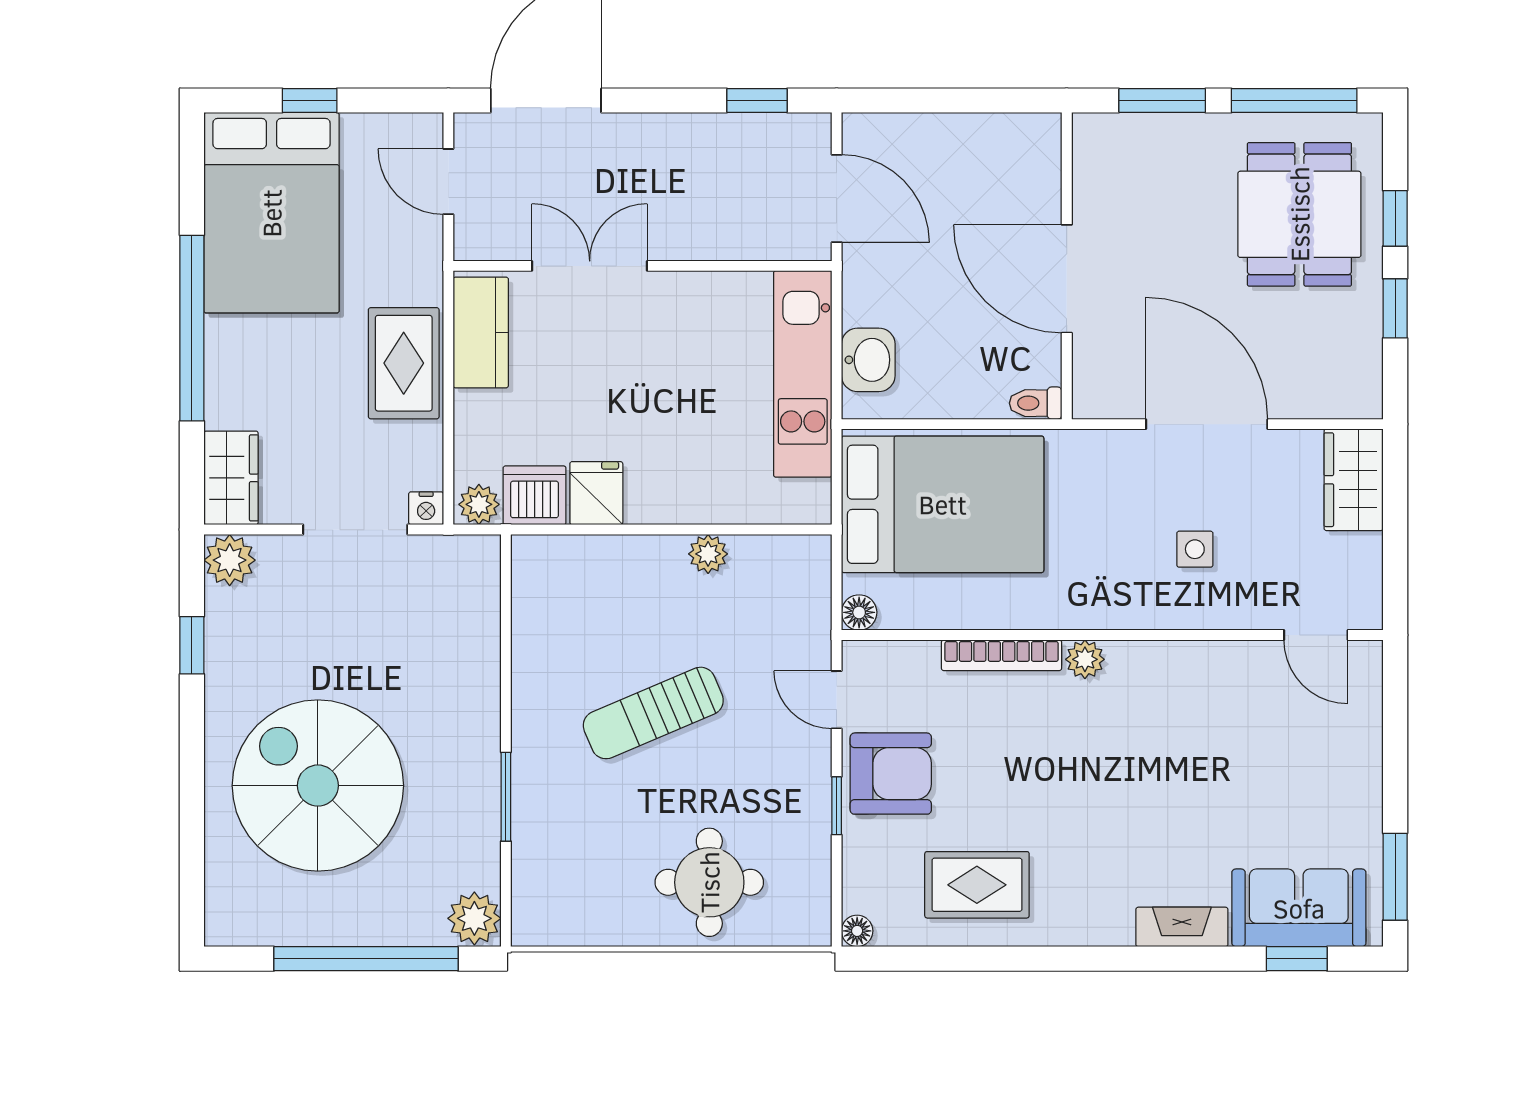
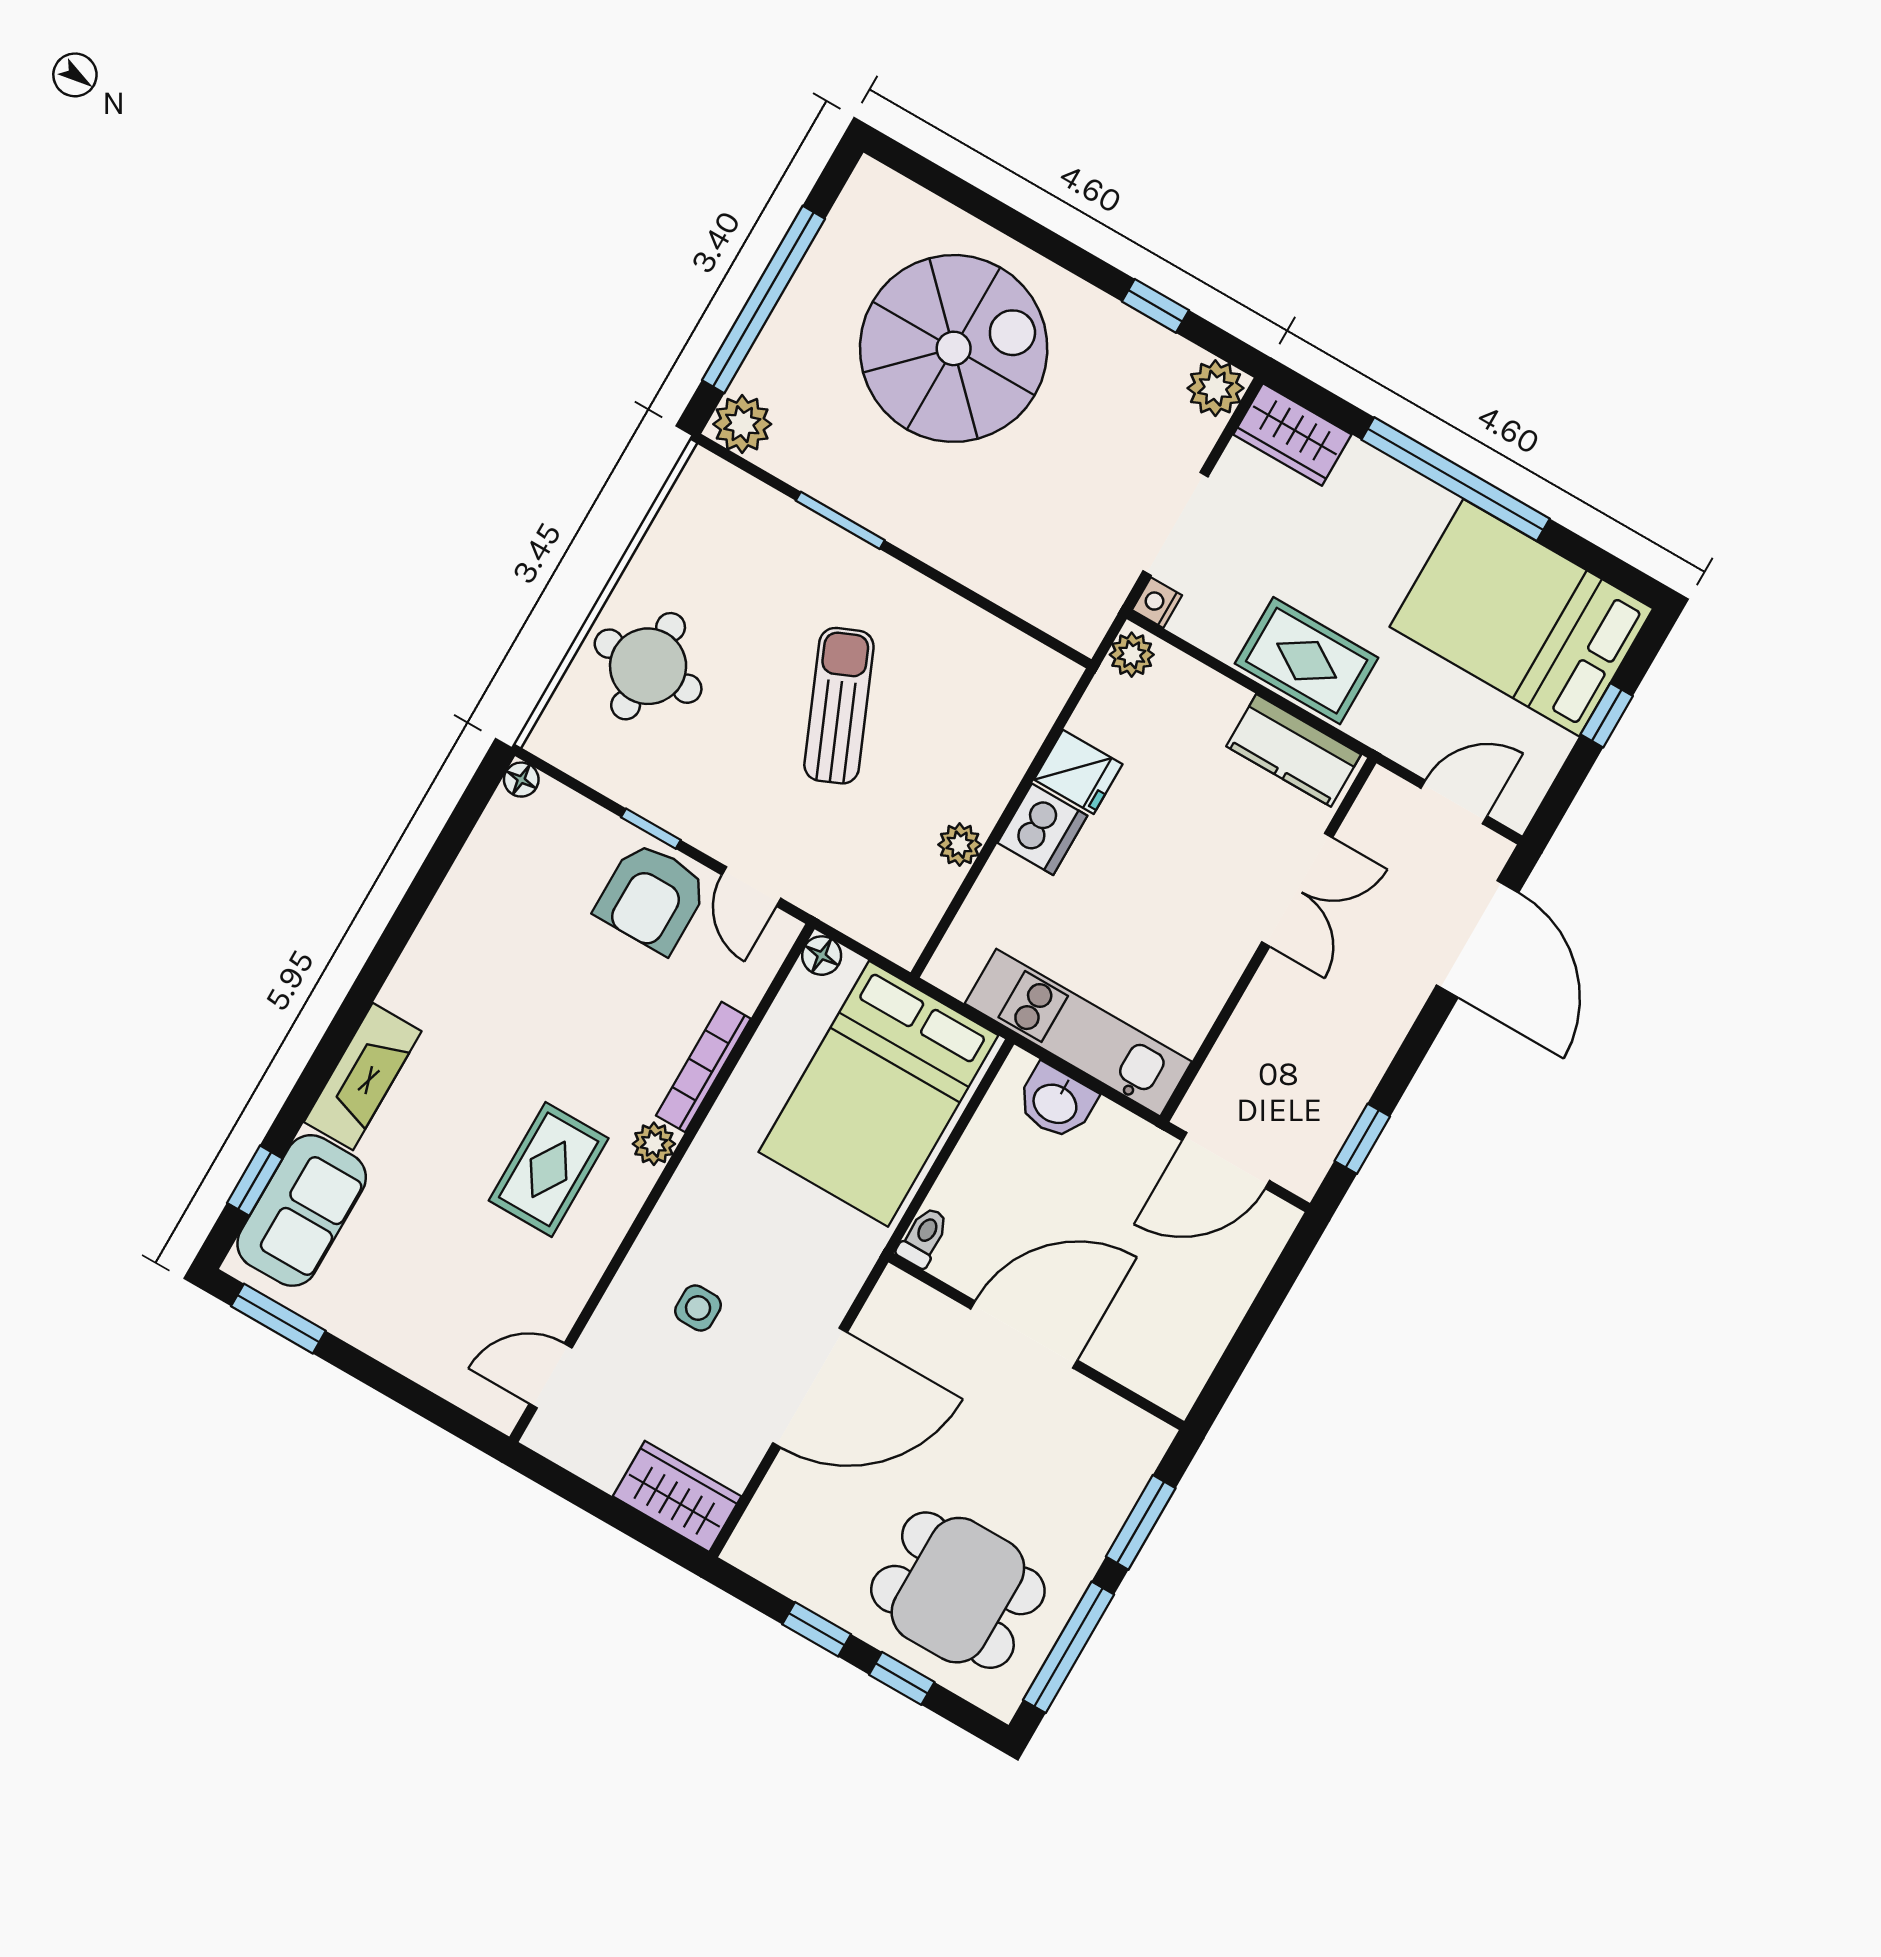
dishwasher: (535, 495) -> (1042, 829), moved
door: (837, 700) -> (751, 887), swing flipped
rug: (977, 885) -> (549, 1169), moved
fireplace: (1182, 927) -> (363, 1077), width x1.37, depth x1.32

